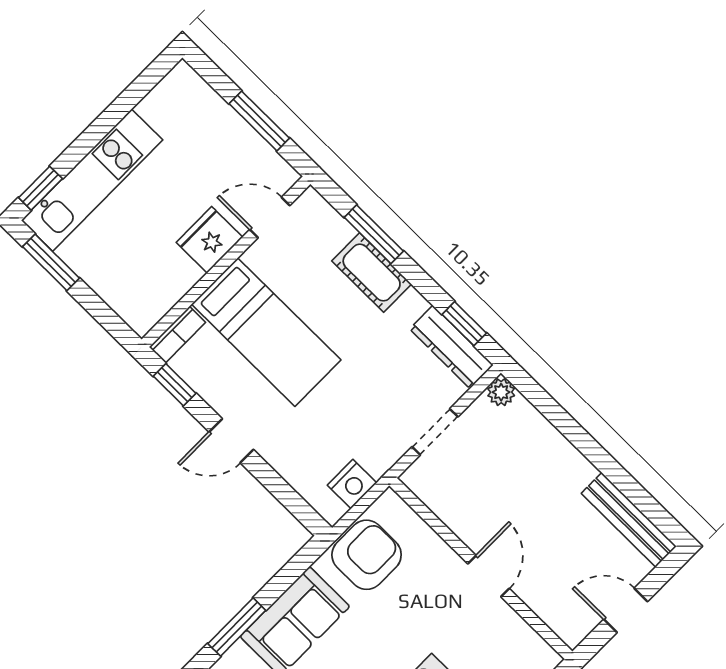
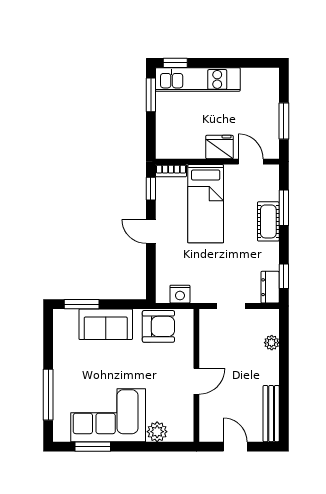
dresser: (451, 347) -> (270, 287), width x0.70
plant: (501, 392) -> (272, 343), moved

